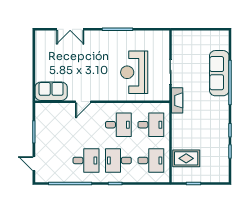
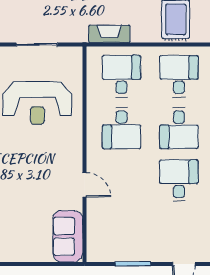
fireplace: (177, 100) -> (109, 34), moved
desk: (118, 125) -> (121, 128), turned 180

